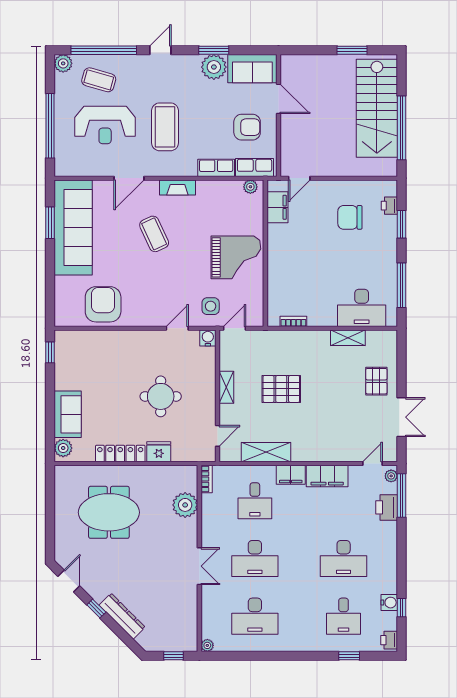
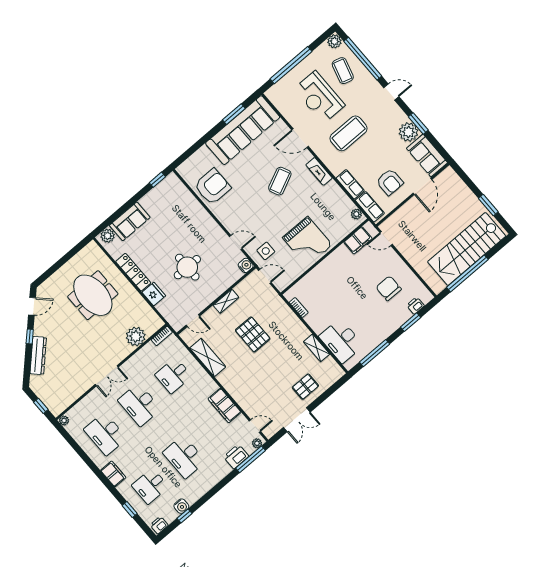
filing cabinet: (291, 475) -> (113, 474), moved, turned 180

